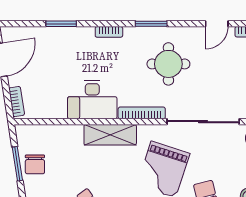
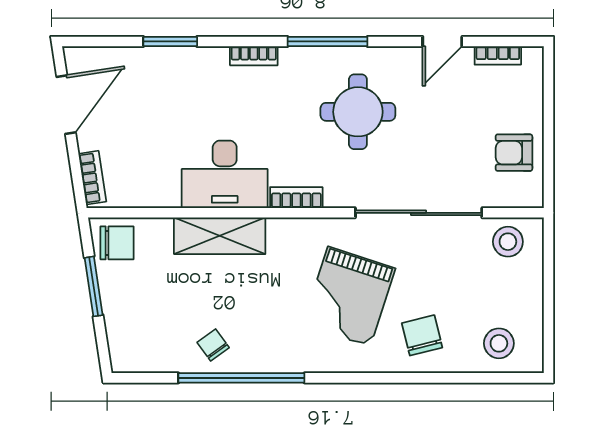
window: (151, 24) -> (328, 41), width x1.44
bookcase: (142, 113) -> (296, 198), width x0.64
shelving: (110, 135) -> (220, 236), moved
chair: (35, 164) -> (117, 243), moved, turned -90

